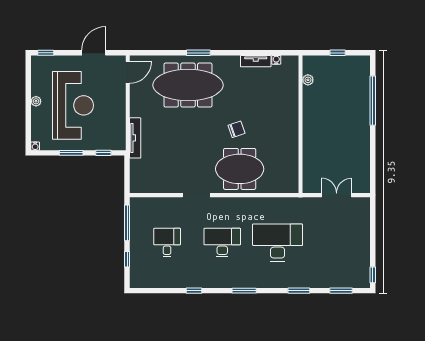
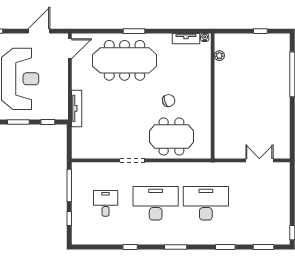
plant: (308, 80) -> (219, 56), moved
wall: (301, 124) -> (213, 96), moved
desk: (222, 243) -> (156, 203), width x1.36, depth x1.30

